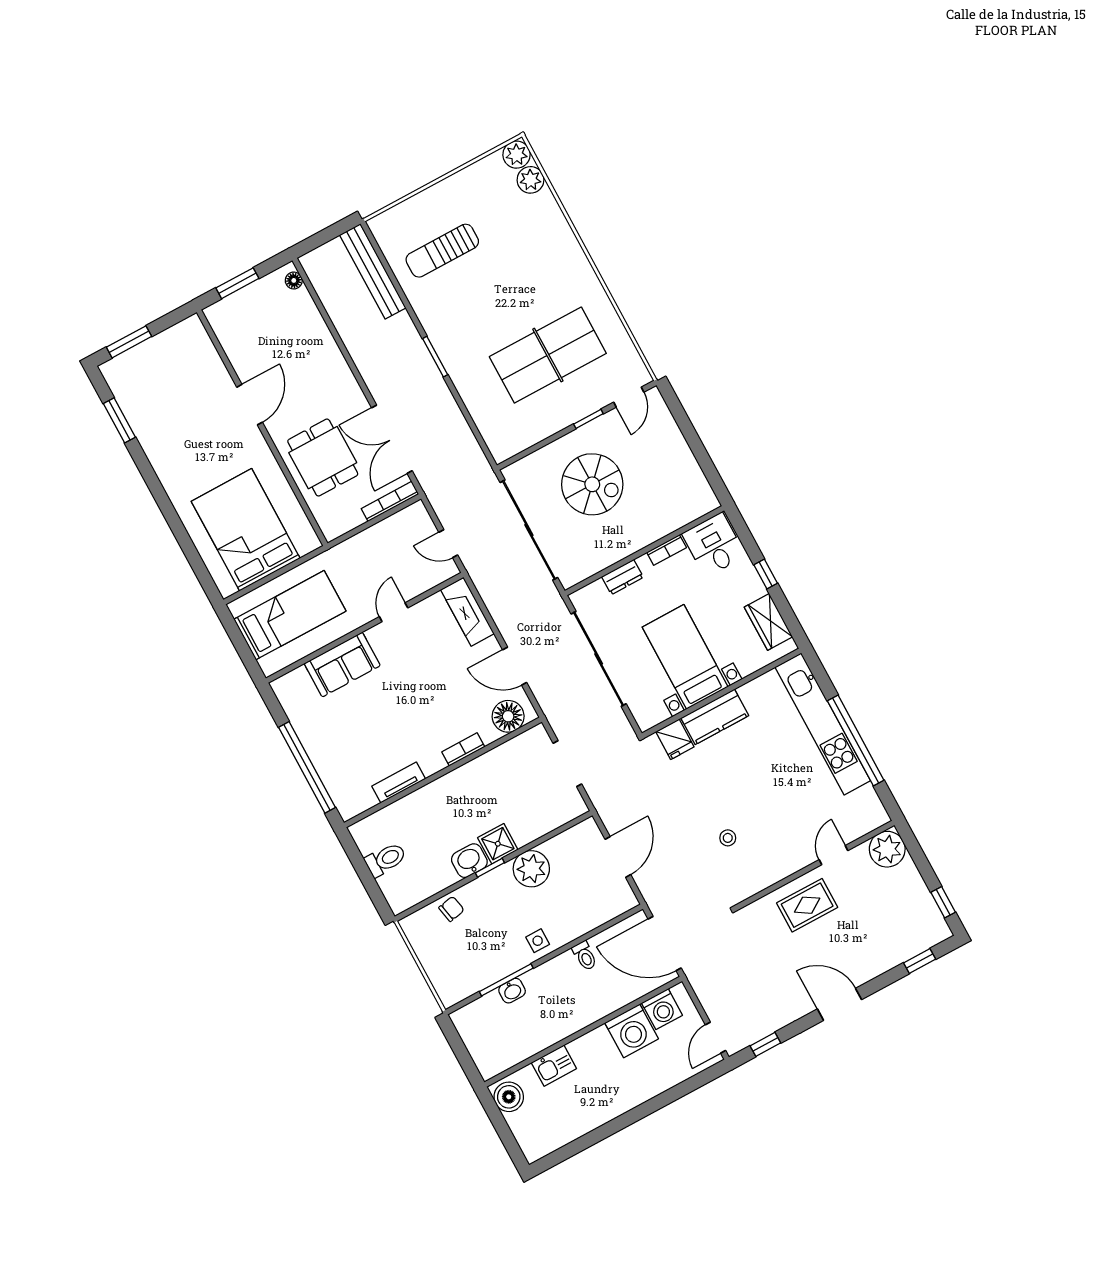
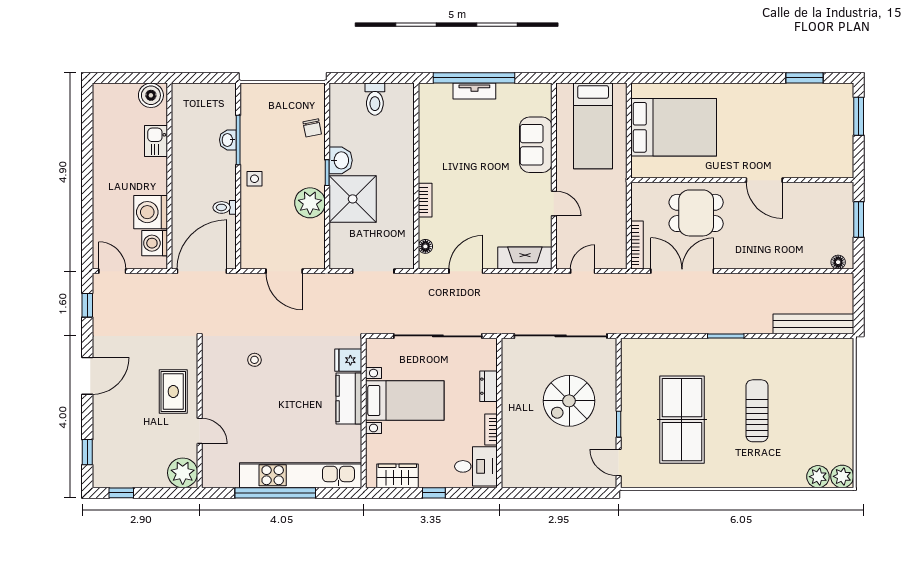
sun lounger: (442, 251) -> (757, 411), moved
floor lamp: (508, 716) -> (425, 246), width x0.53, depth x0.53
tv unit: (399, 783) -> (474, 91), moved, turned 90
shower: (498, 844) -> (353, 199), width x1.86, depth x1.86

